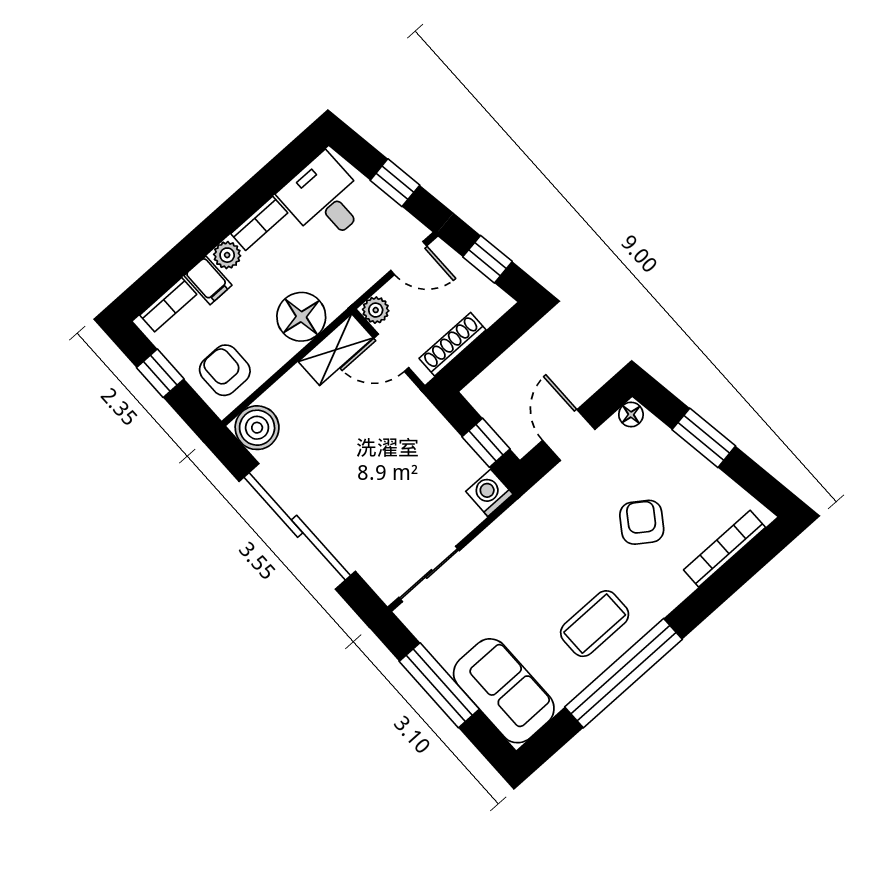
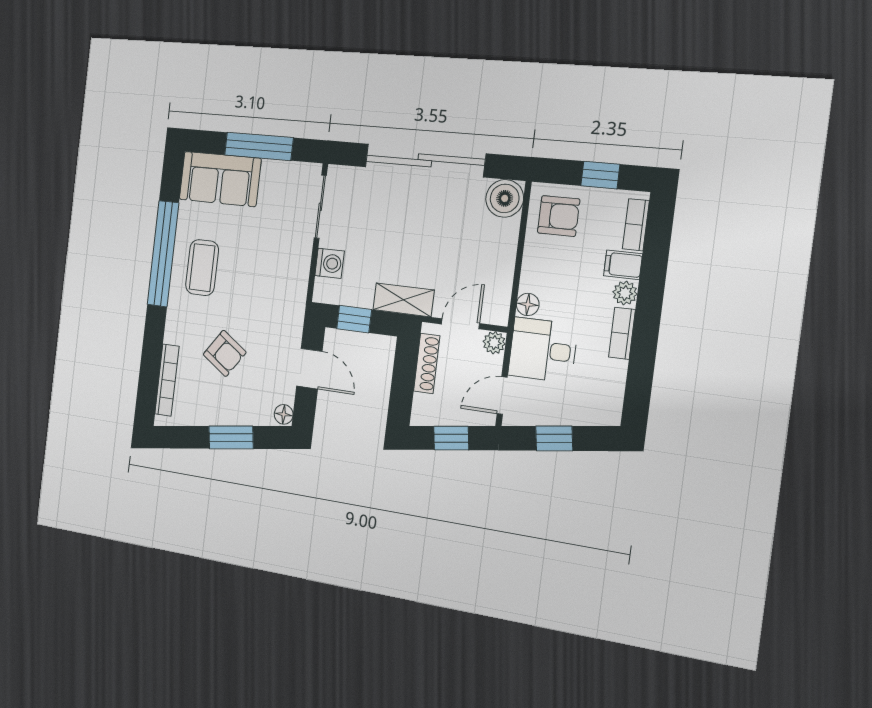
desk: (325, 199) -> (543, 350), moved, turned 180
floor lamp: (301, 317) -> (528, 304), width x0.53, depth x0.53
shelving: (336, 350) -> (403, 300), moved, turned 90
washing machine: (489, 493) -> (330, 263), moved

